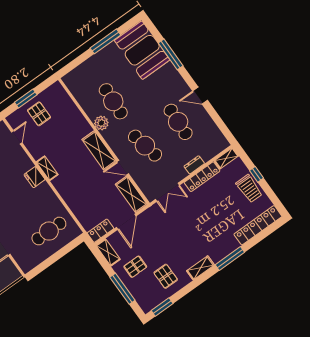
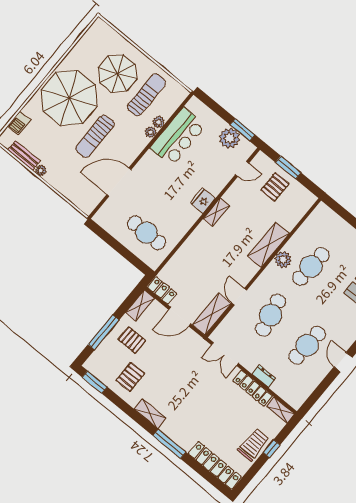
shelving: (99, 151) -> (268, 245), moved
trolley: (249, 189) -> (253, 445), turned 180

